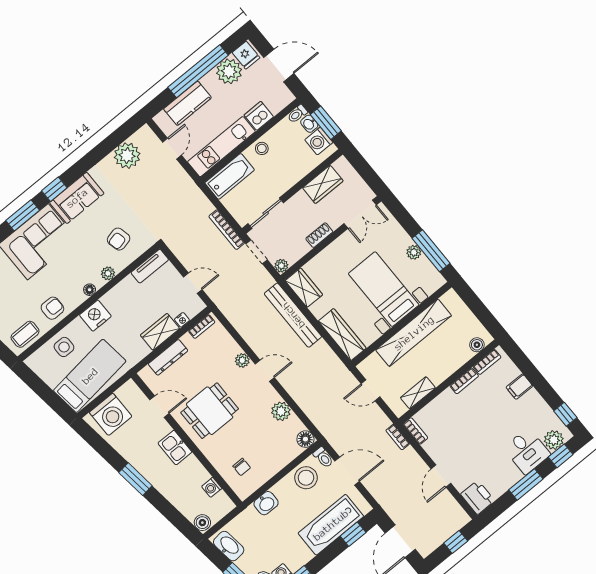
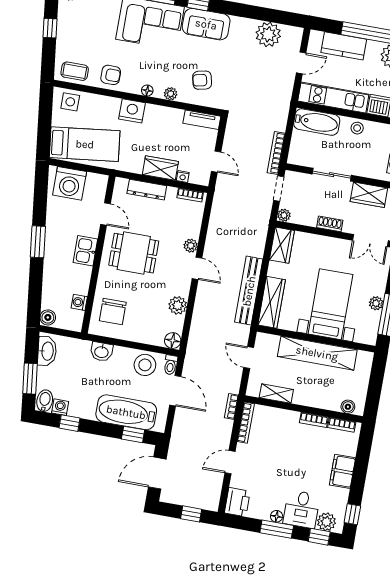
sliding door: (266, 213) -> (332, 175), moved
bench: (293, 315) -> (249, 291), moved
side table: (64, 347) -> (70, 102), moved
filing cabinet: (519, 387) -> (343, 471), width x2.00
bookcase: (415, 431) -> (246, 423), width x1.56
chair: (242, 467) -> (113, 311), width x1.87, depth x1.87
floor lamp: (516, 476) -> (277, 516), added

